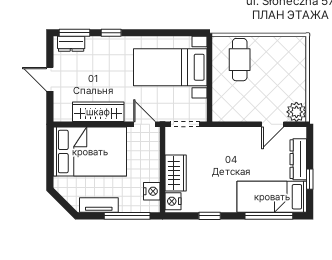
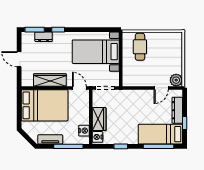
dresser: (71, 44) -> (44, 37), moved

